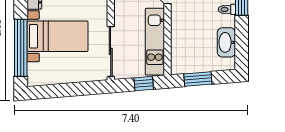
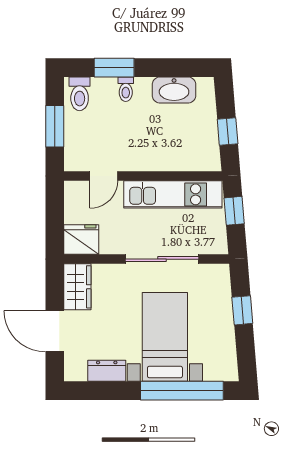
sliding door: (111, 51) -> (162, 259), moved
window: (198, 79) -> (228, 131), width x0.67
window: (76, 89) -> (242, 310), added

